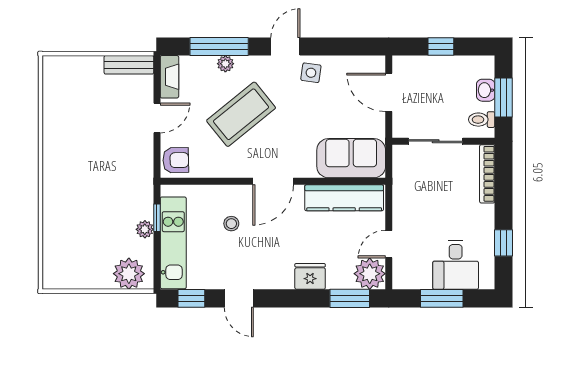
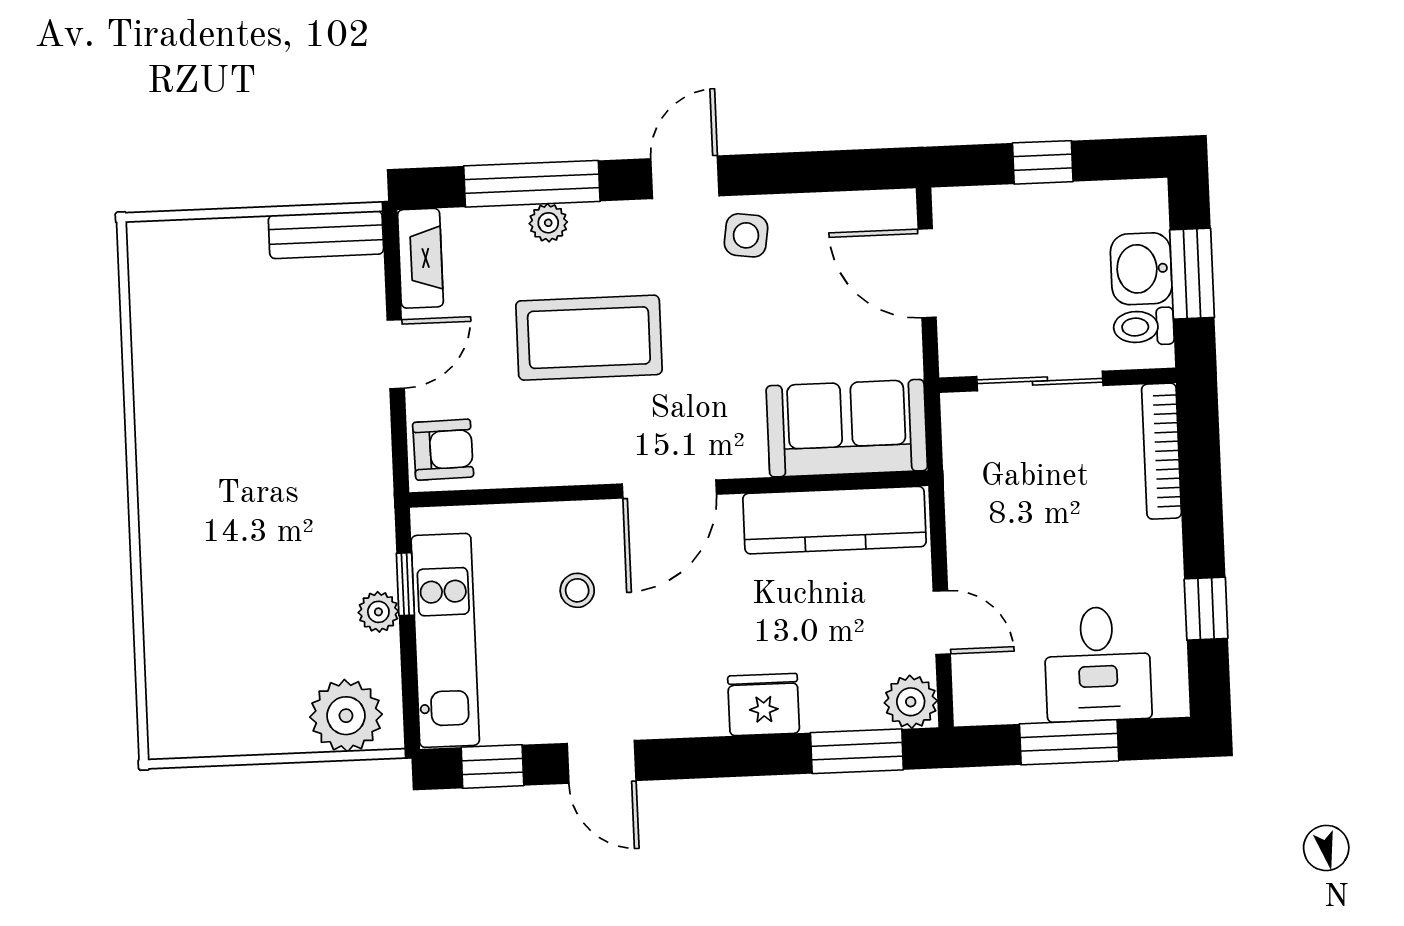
washbasin: (486, 90) -> (1141, 269), width x1.38, depth x1.45
coffee table: (241, 114) -> (589, 338), turned 39
door: (389, 244) -> (942, 623), swing flipped
plant: (370, 274) -> (911, 702), width x0.73, depth x0.73

